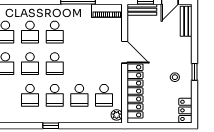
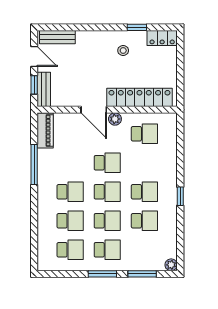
door: (125, 52) -> (94, 110), swing flipped
window: (195, 72) -> (137, 27), moved
school desk: (79, 95) -> (107, 163), moved
plant: (117, 115) -> (115, 119), moved

